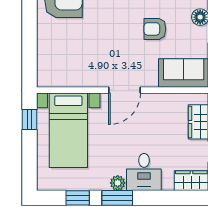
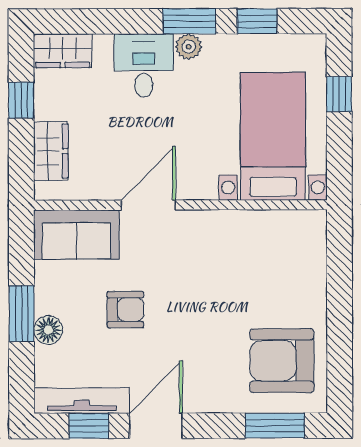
door: (125, 90) -> (148, 205), moved
window: (30, 119) -> (339, 94), moved

